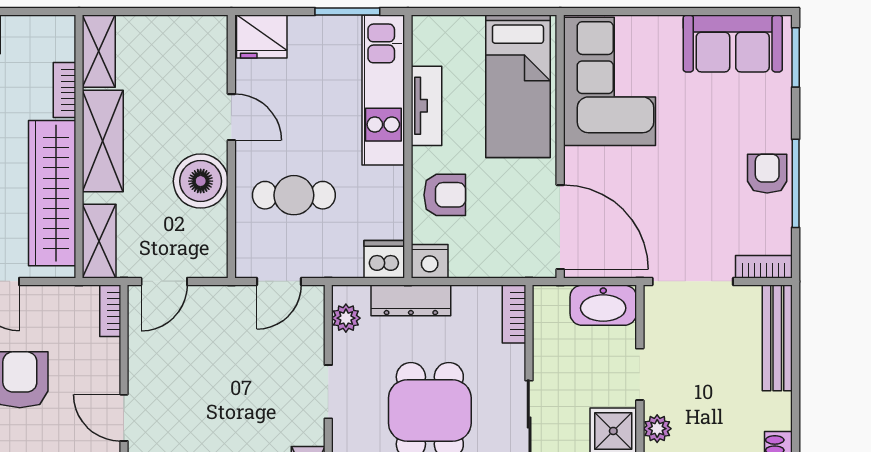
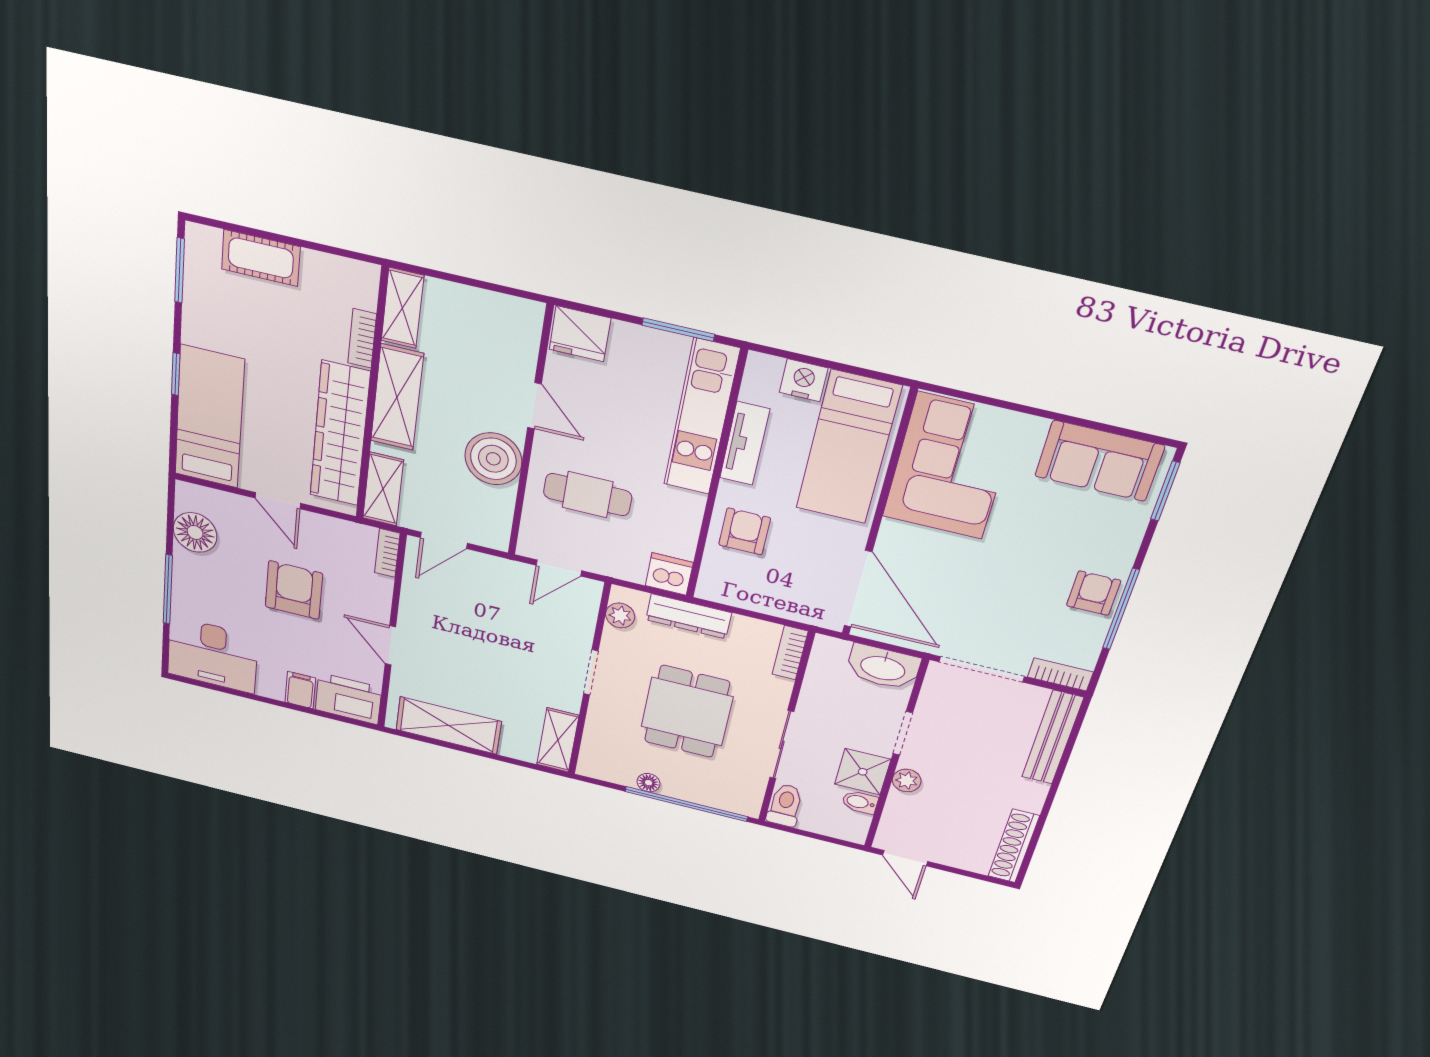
armchair: (445, 195) -> (745, 531), turned -90
nightstand: (430, 261) -> (804, 380), moved, turned 180

